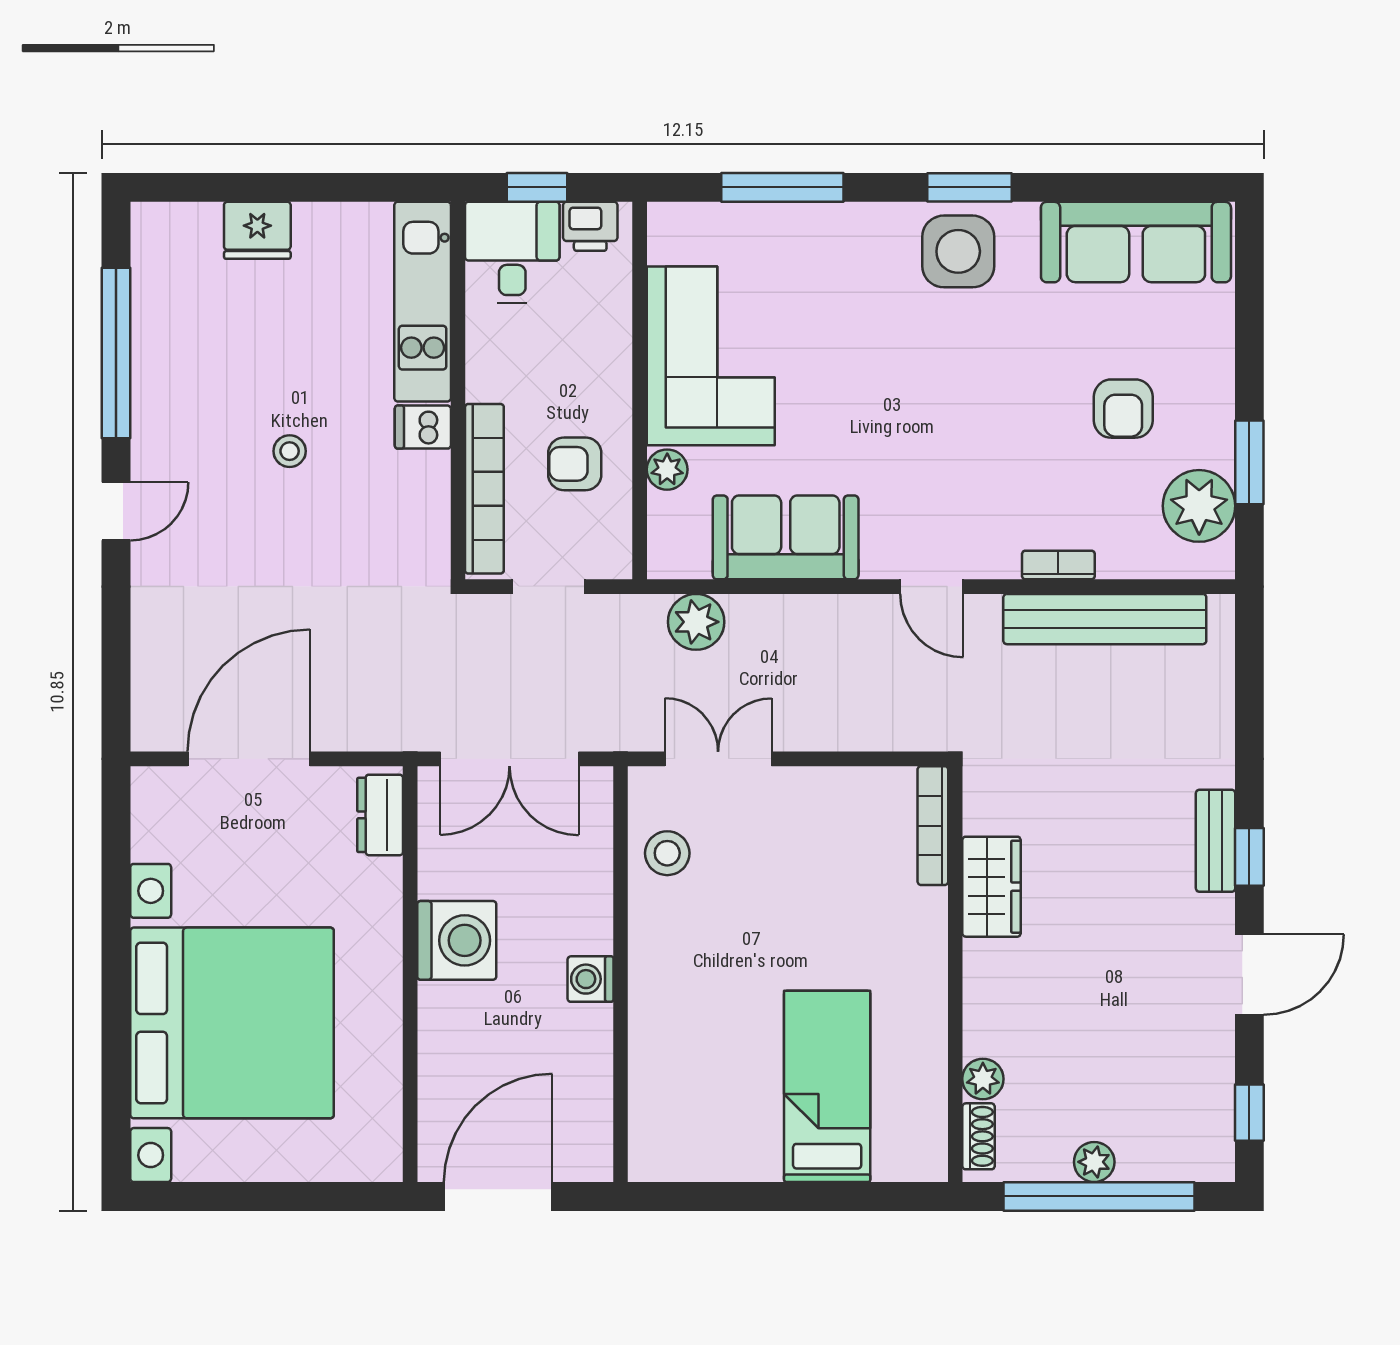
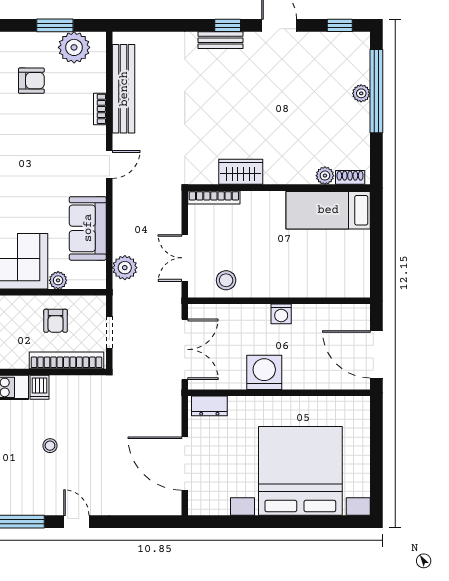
bookcase: (933, 826) -> (214, 197), moved
wardrobe: (992, 887) -> (241, 172), moved
wall: (955, 974) -> (279, 188), moved
plant: (983, 1079) -> (325, 176), moved
shoe rack: (979, 1136) -> (350, 177), moved

